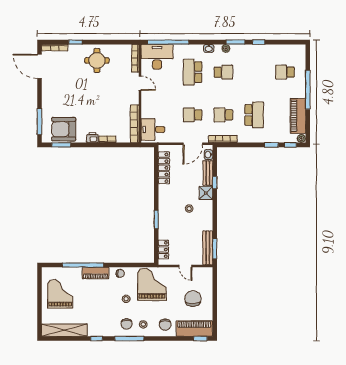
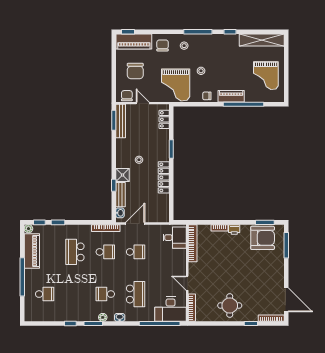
locker: (164, 168) -> (164, 177), moved
chair: (127, 324) -> (127, 96), moved

